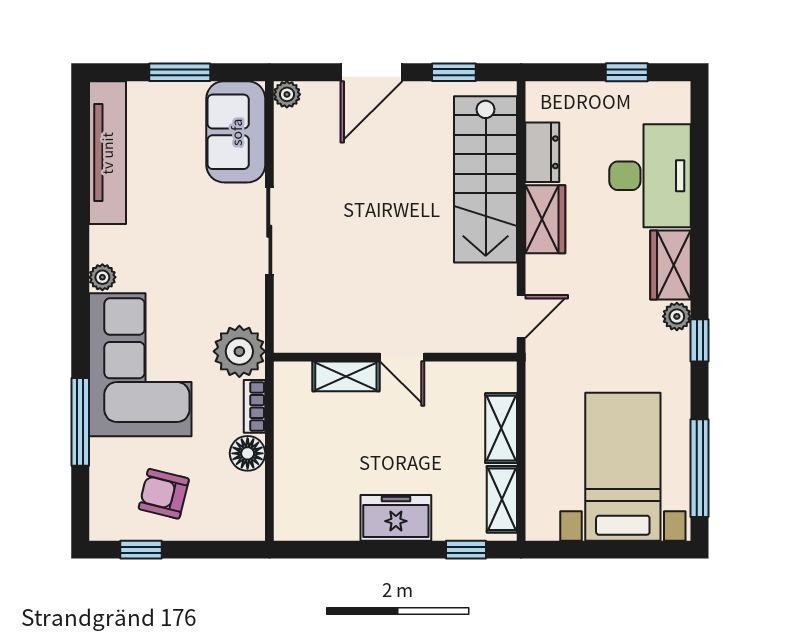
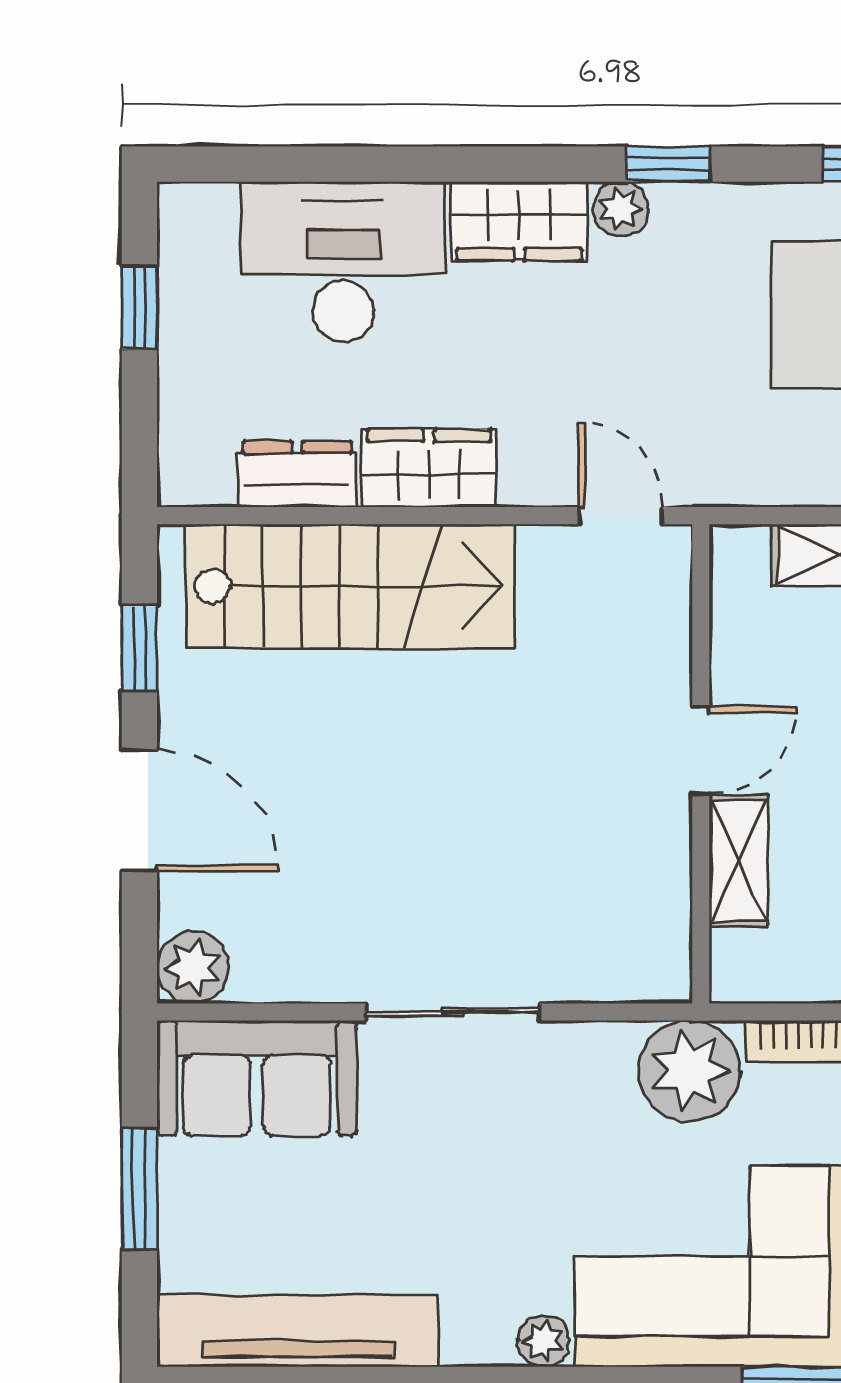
plant: (287, 94) -> (193, 967), width x1.38, depth x1.38

